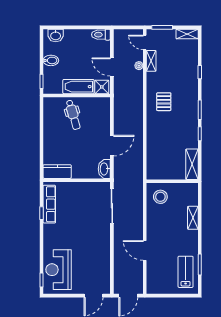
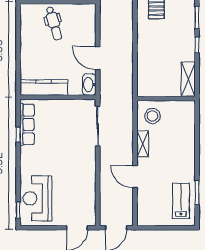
door: (112, 146) -> (98, 58), swing flipped
kitchen counter: (57, 172) -> (44, 88), width x1.50
shelving: (193, 218) -> (143, 144), moved

